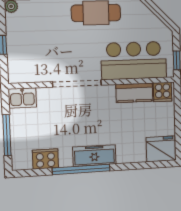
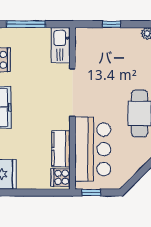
kitchen sink: (22, 98) -> (61, 45), width x1.38

